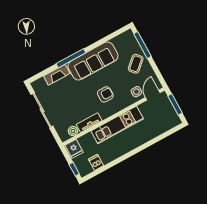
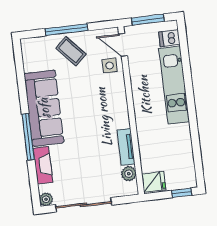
window: (142, 45) -> (67, 30), moved
plant: (36, 85) -> (46, 199), added
armchair: (105, 94) -> (96, 110), removed
kitchen unit: (117, 125) -> (174, 85), moved, turned 180
dishwasher: (96, 162) -> (169, 38), moved

